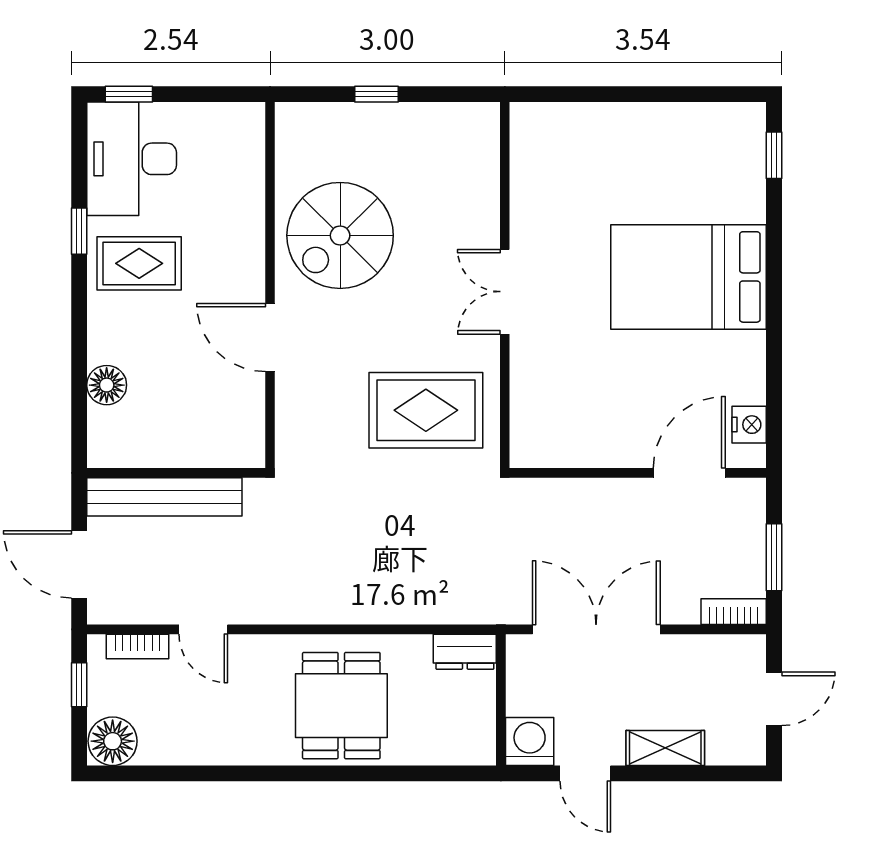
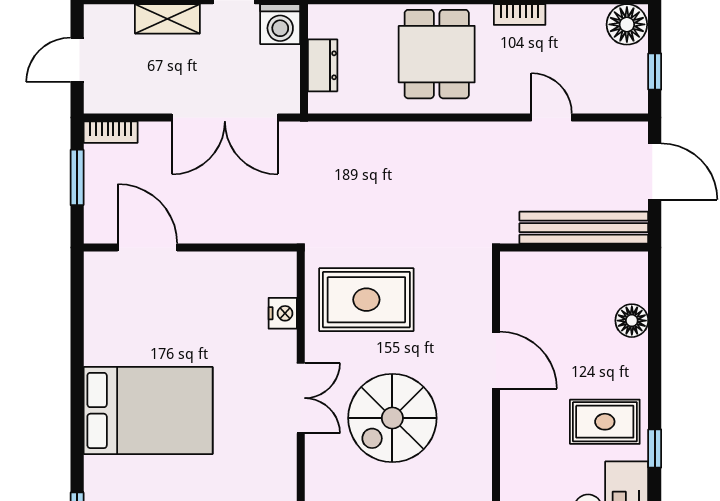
spiral stairs: (340, 235) -> (392, 418), moved, turned 180
nightstand: (749, 425) -> (283, 313), moved, turned 180
door: (689, 473) -> (147, 248), swing flipped
bookcase: (138, 647) -> (520, 15), moved, turned 180
dresser: (465, 652) -> (323, 65), moved, turned 90

